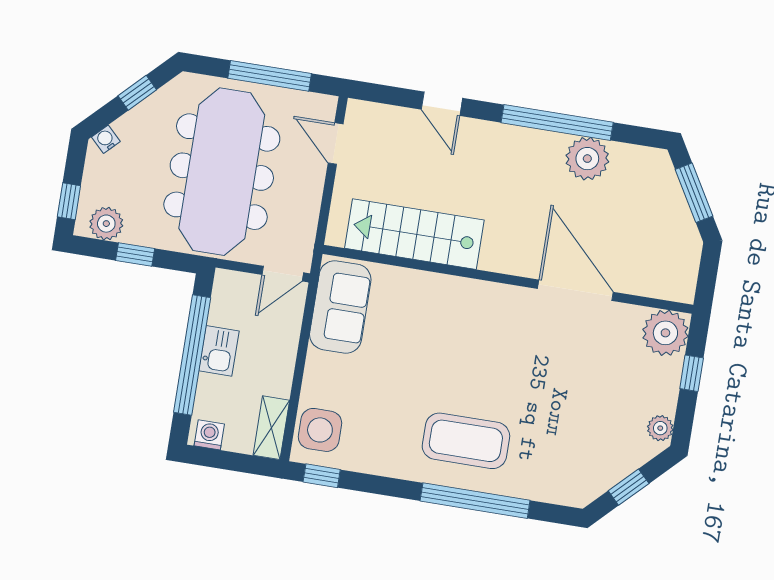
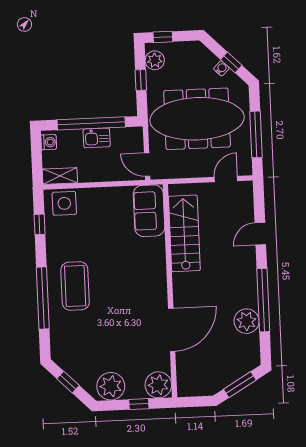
water cooler: (106, 139) -> (221, 68), moved
sofa: (340, 307) -> (149, 211), moved, turned 90
plant: (660, 428) -> (111, 386), width x1.87, depth x1.87
window: (322, 476) -> (40, 224), moved

